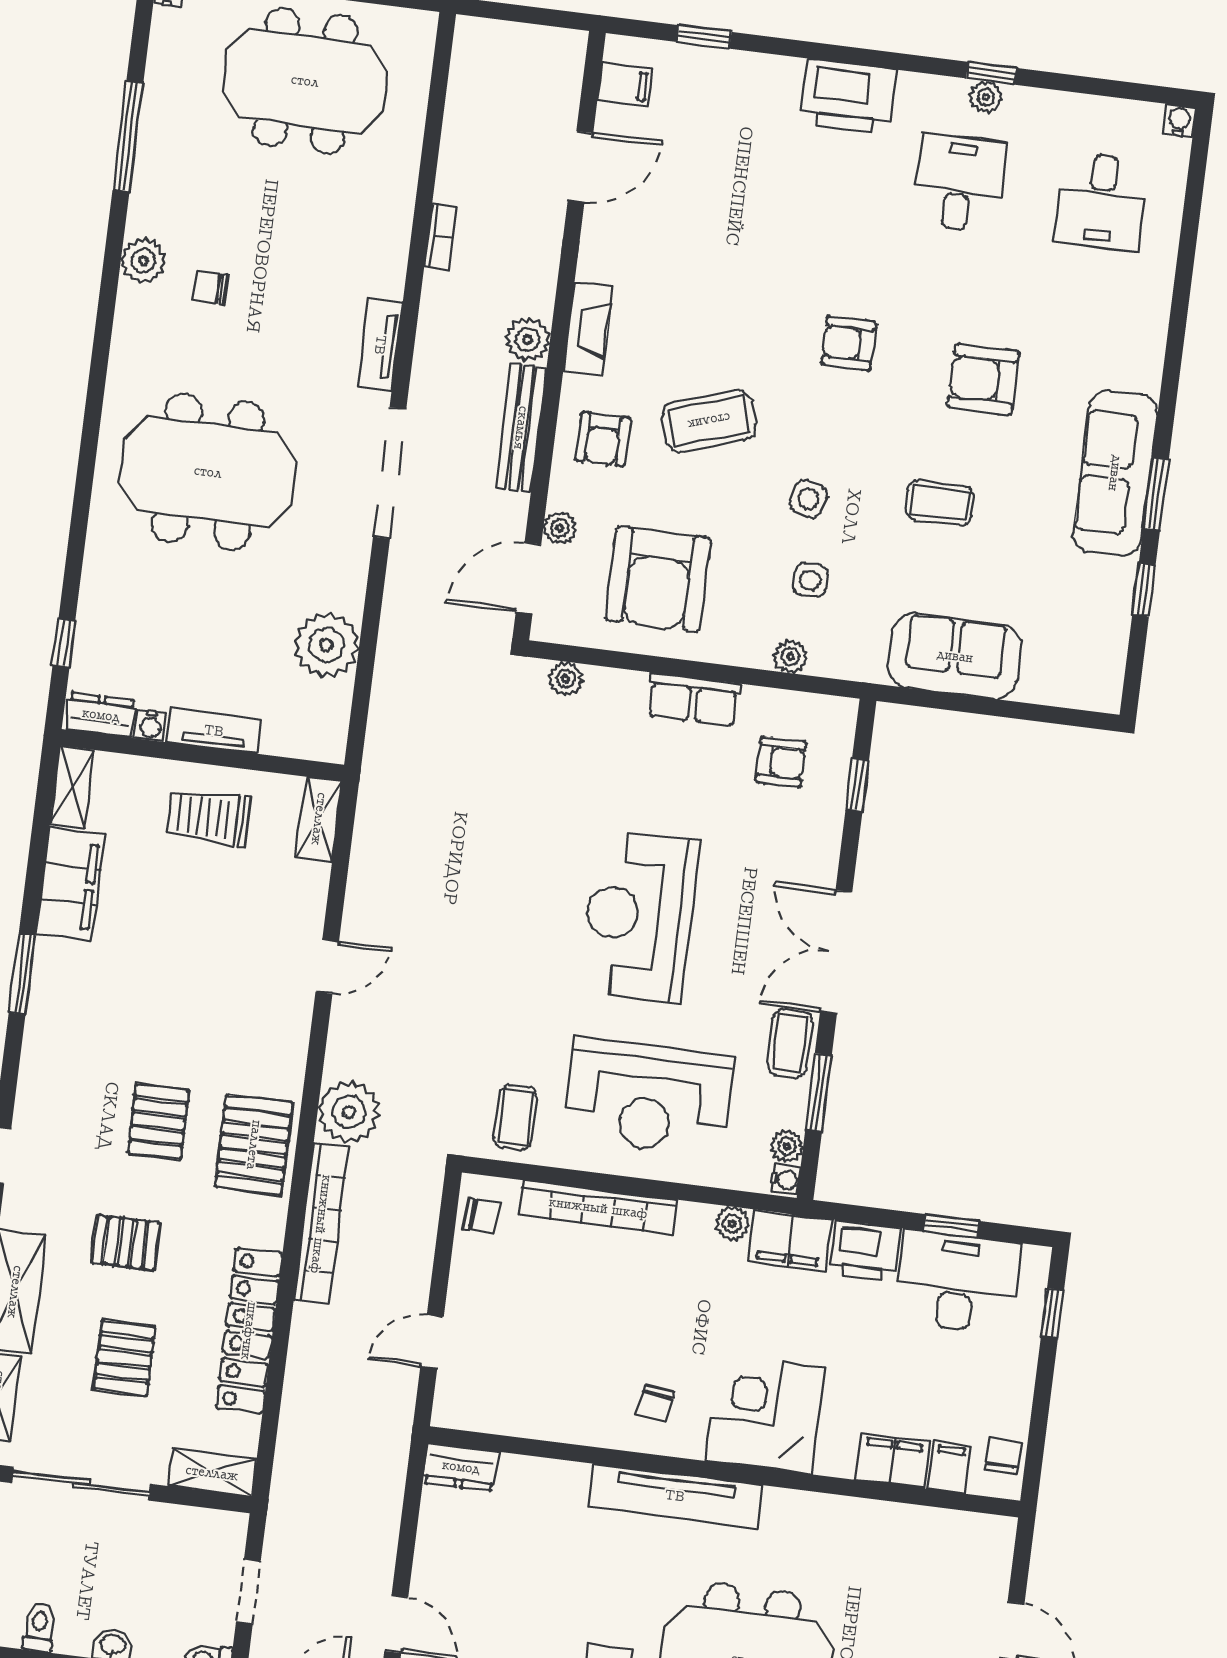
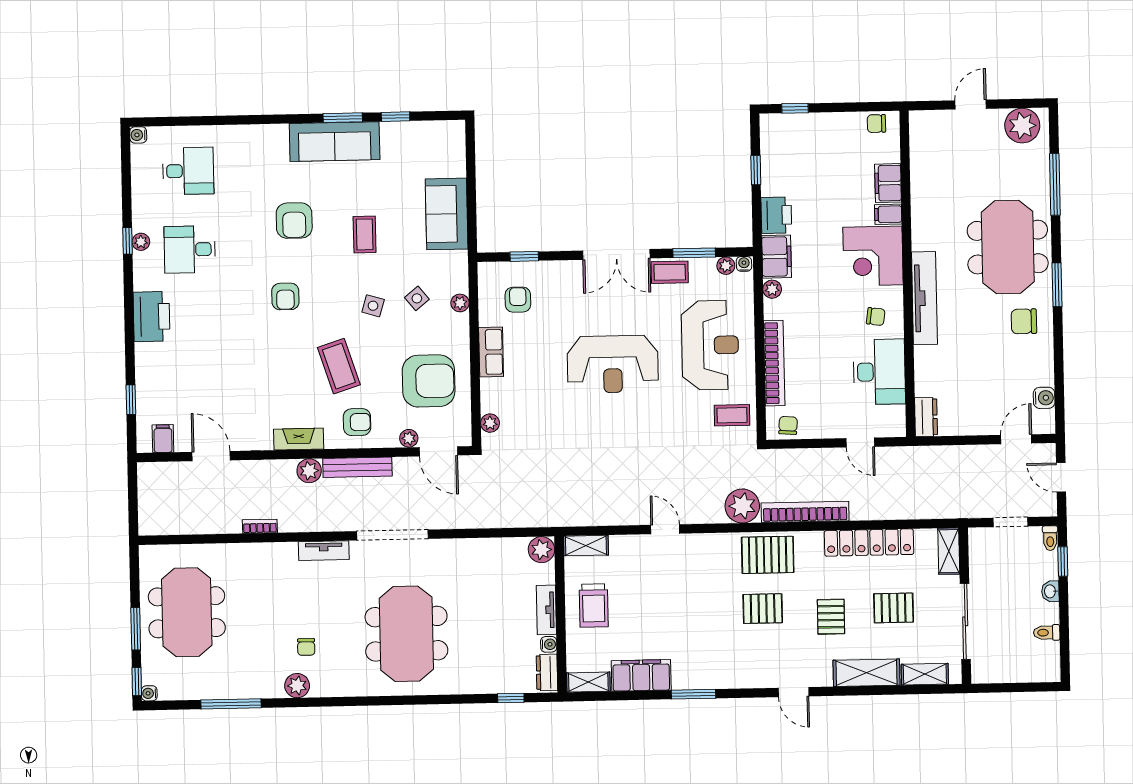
side table: (810, 580) -> (417, 298), turned -38
plant: (327, 645) -> (541, 550), moved, width x0.73, depth x0.73
desk: (957, 1282) -> (879, 372), moved, turned 180
filing cabinet: (949, 1467) -> (888, 214), moved

